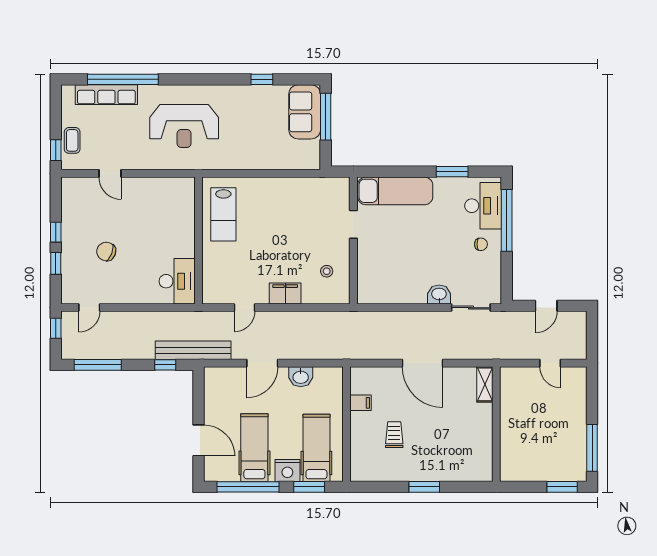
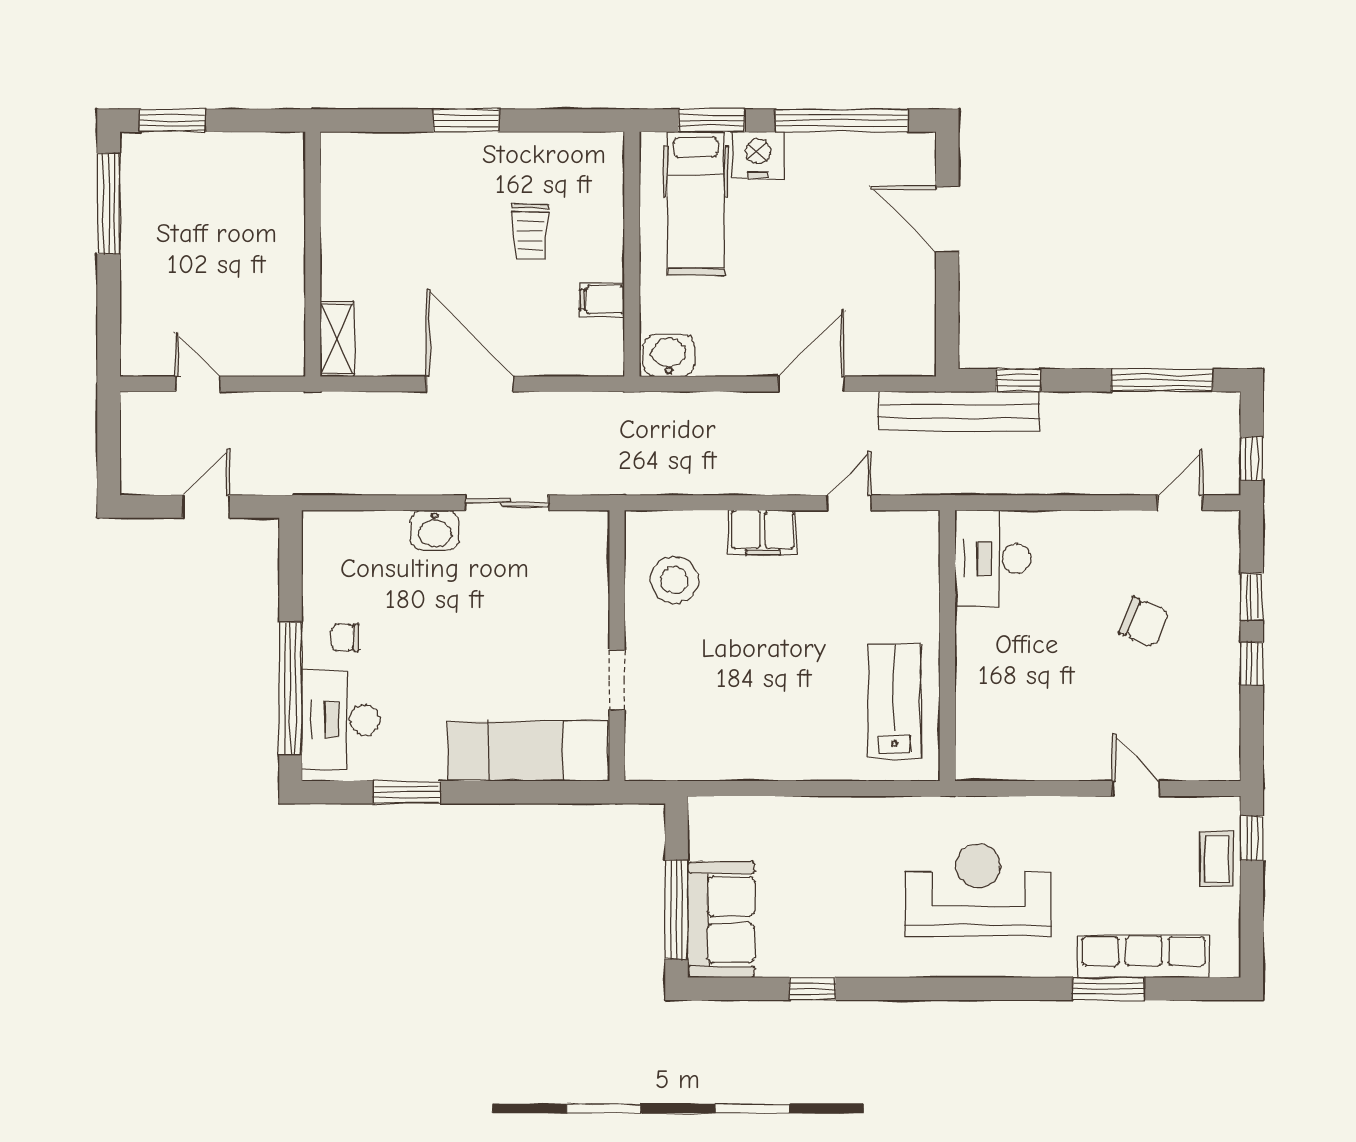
window: (123, 79) -> (1108, 989), width x0.47
stool: (327, 271) -> (674, 580), width x1.89, depth x1.89
sliding door: (471, 308) -> (507, 503), moved
washbasin: (301, 377) -> (669, 355), moved
hospital bed: (254, 448) -> (828, 204), removed

